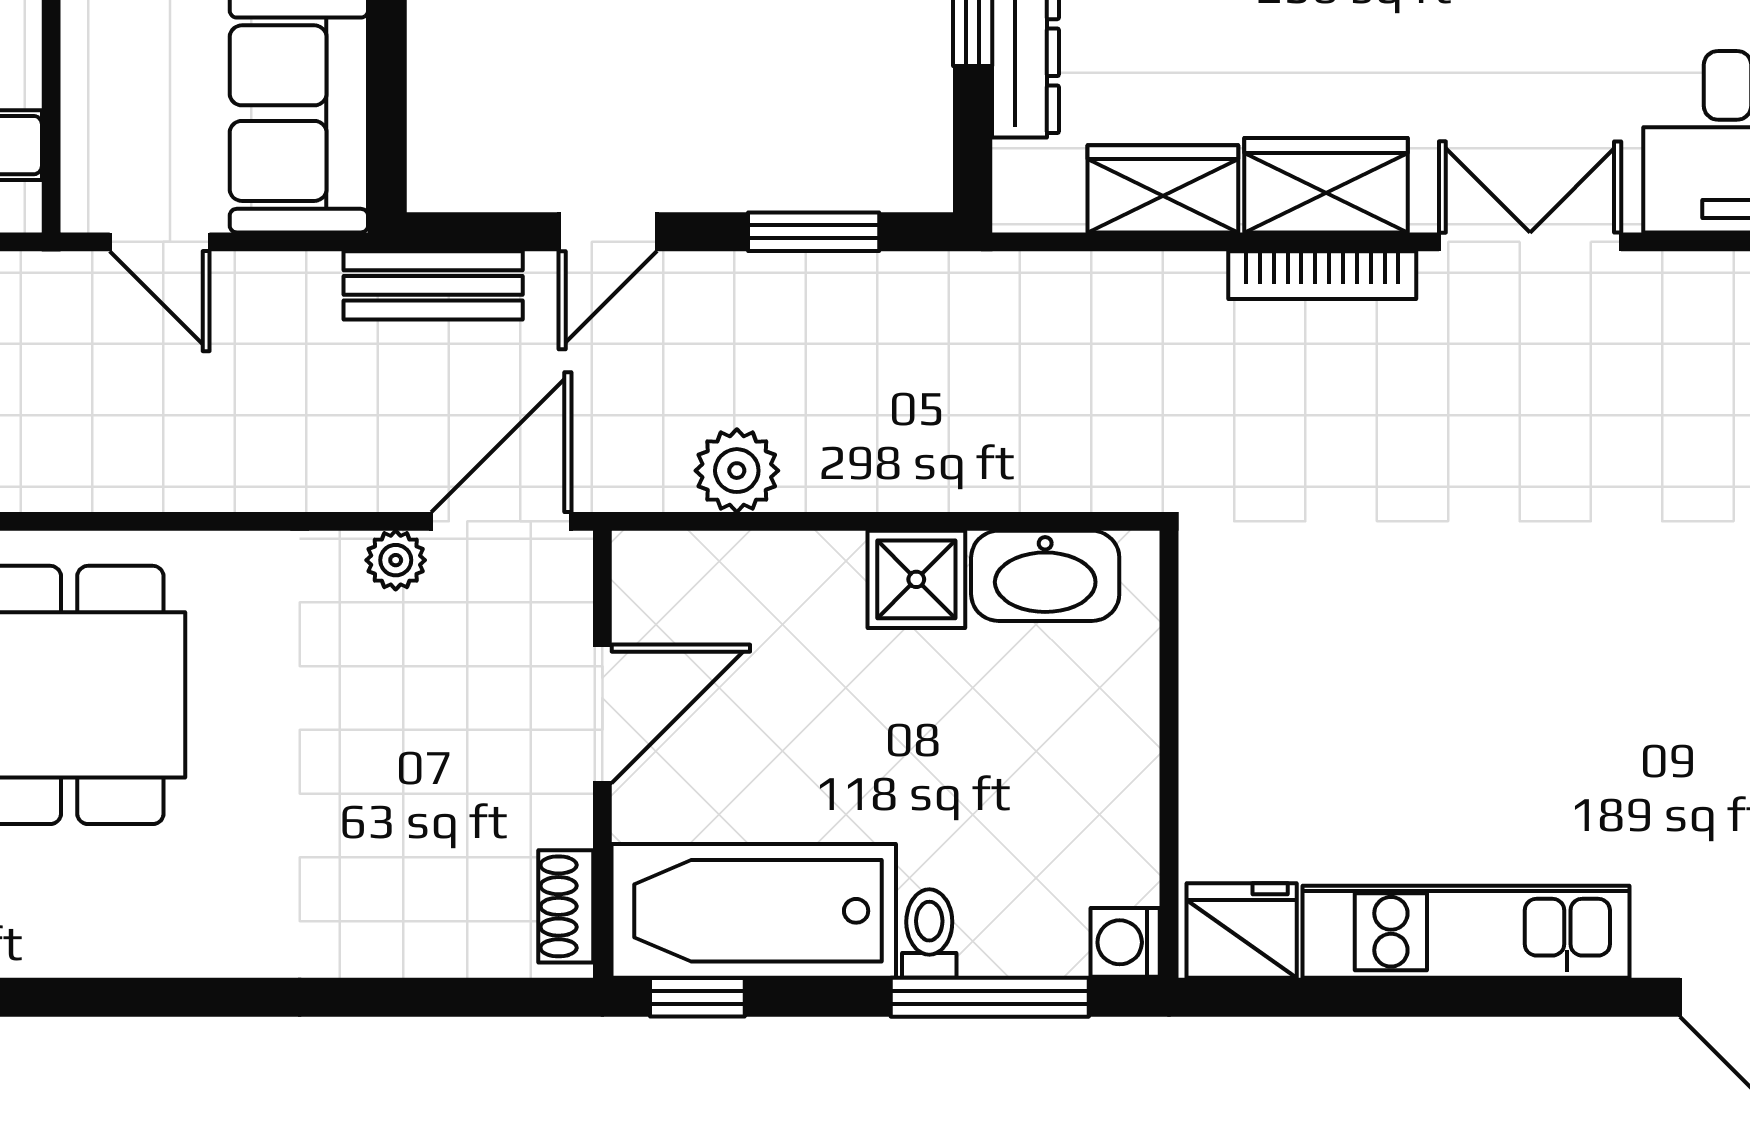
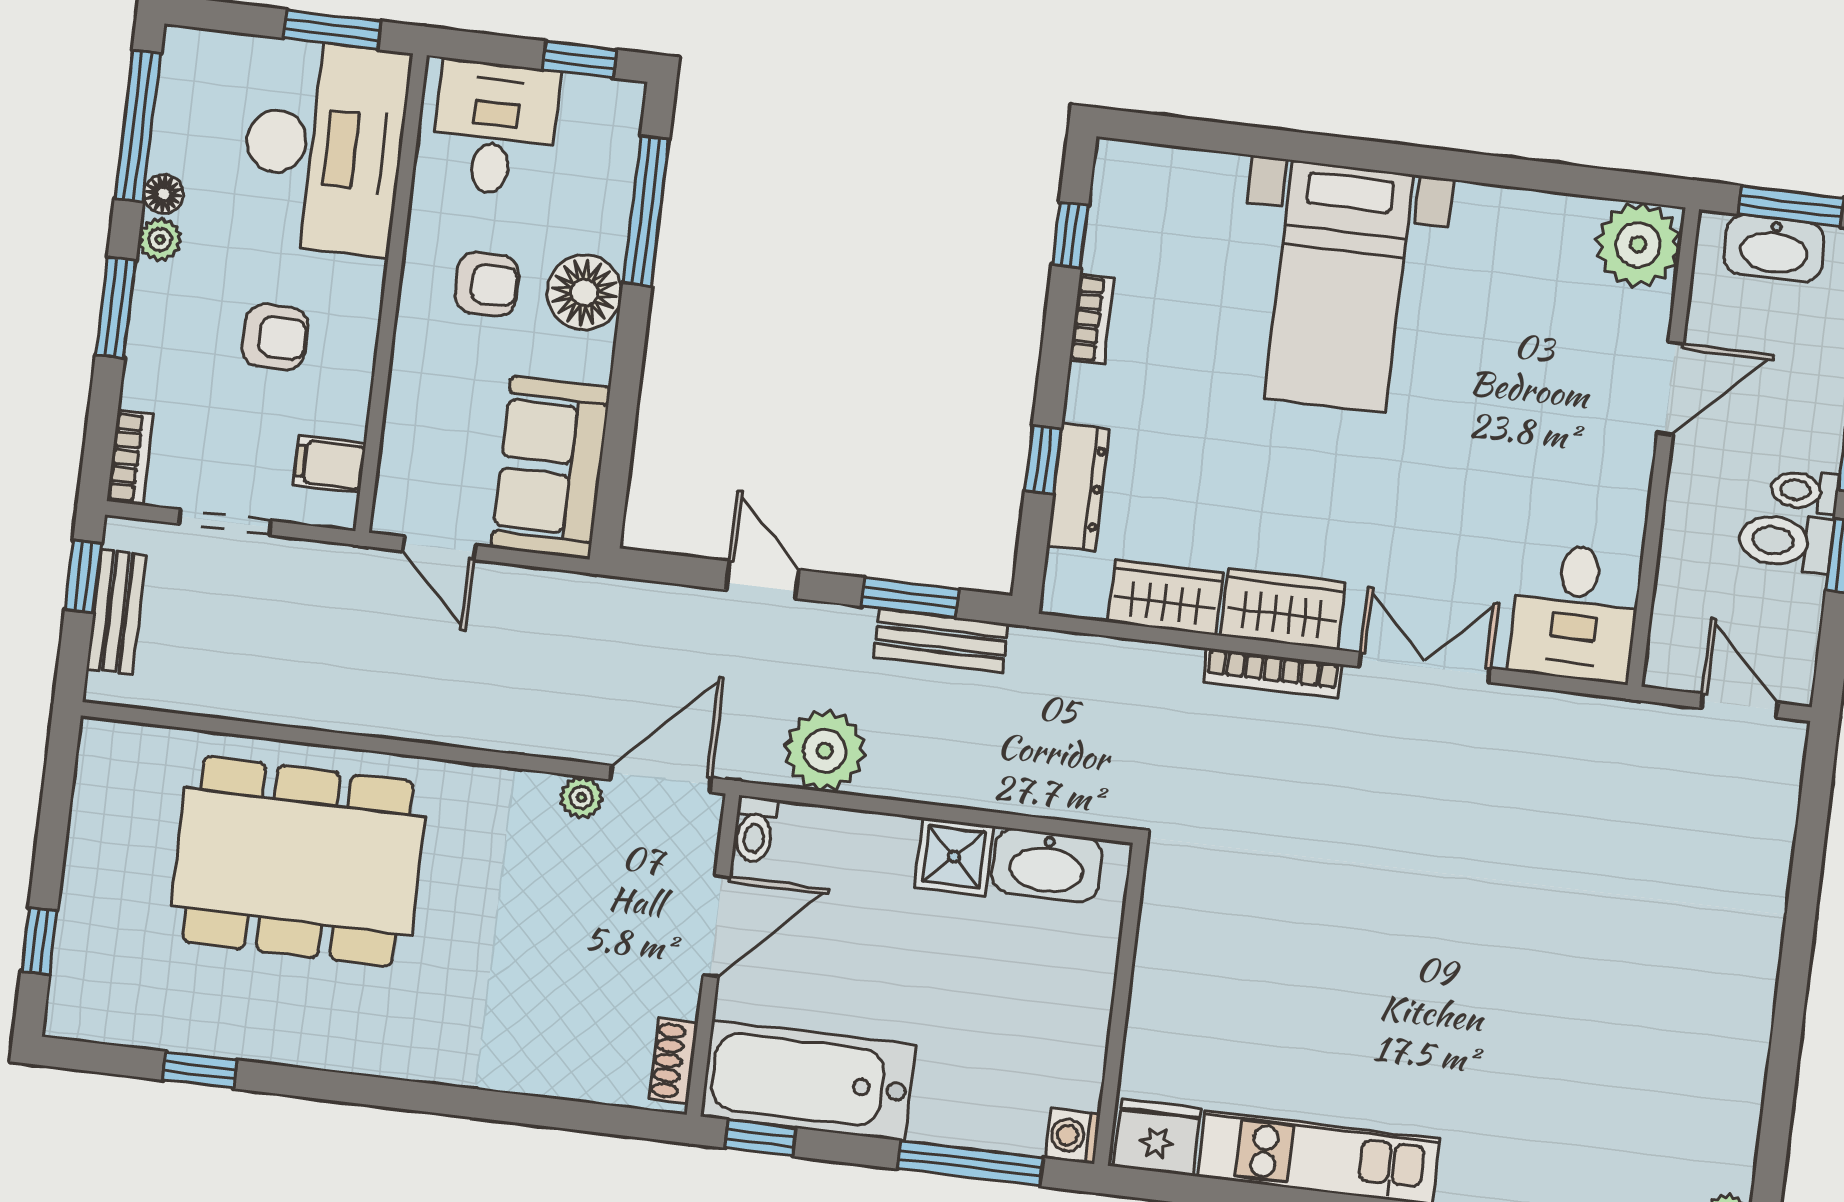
door: (608, 232) -> (762, 580), swing flipped
bench: (433, 285) -> (941, 641), moved
plant: (737, 471) -> (825, 751), width x1.36, depth x1.36
toilet: (929, 933) -> (755, 829), moved, turned 180

